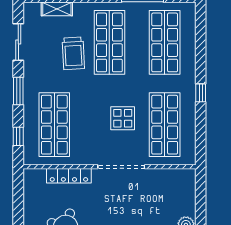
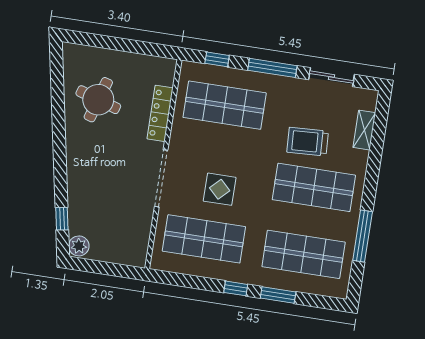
window: (201, 58) -> (278, 295), added
window: (18, 91) -> (272, 68), width x1.44

